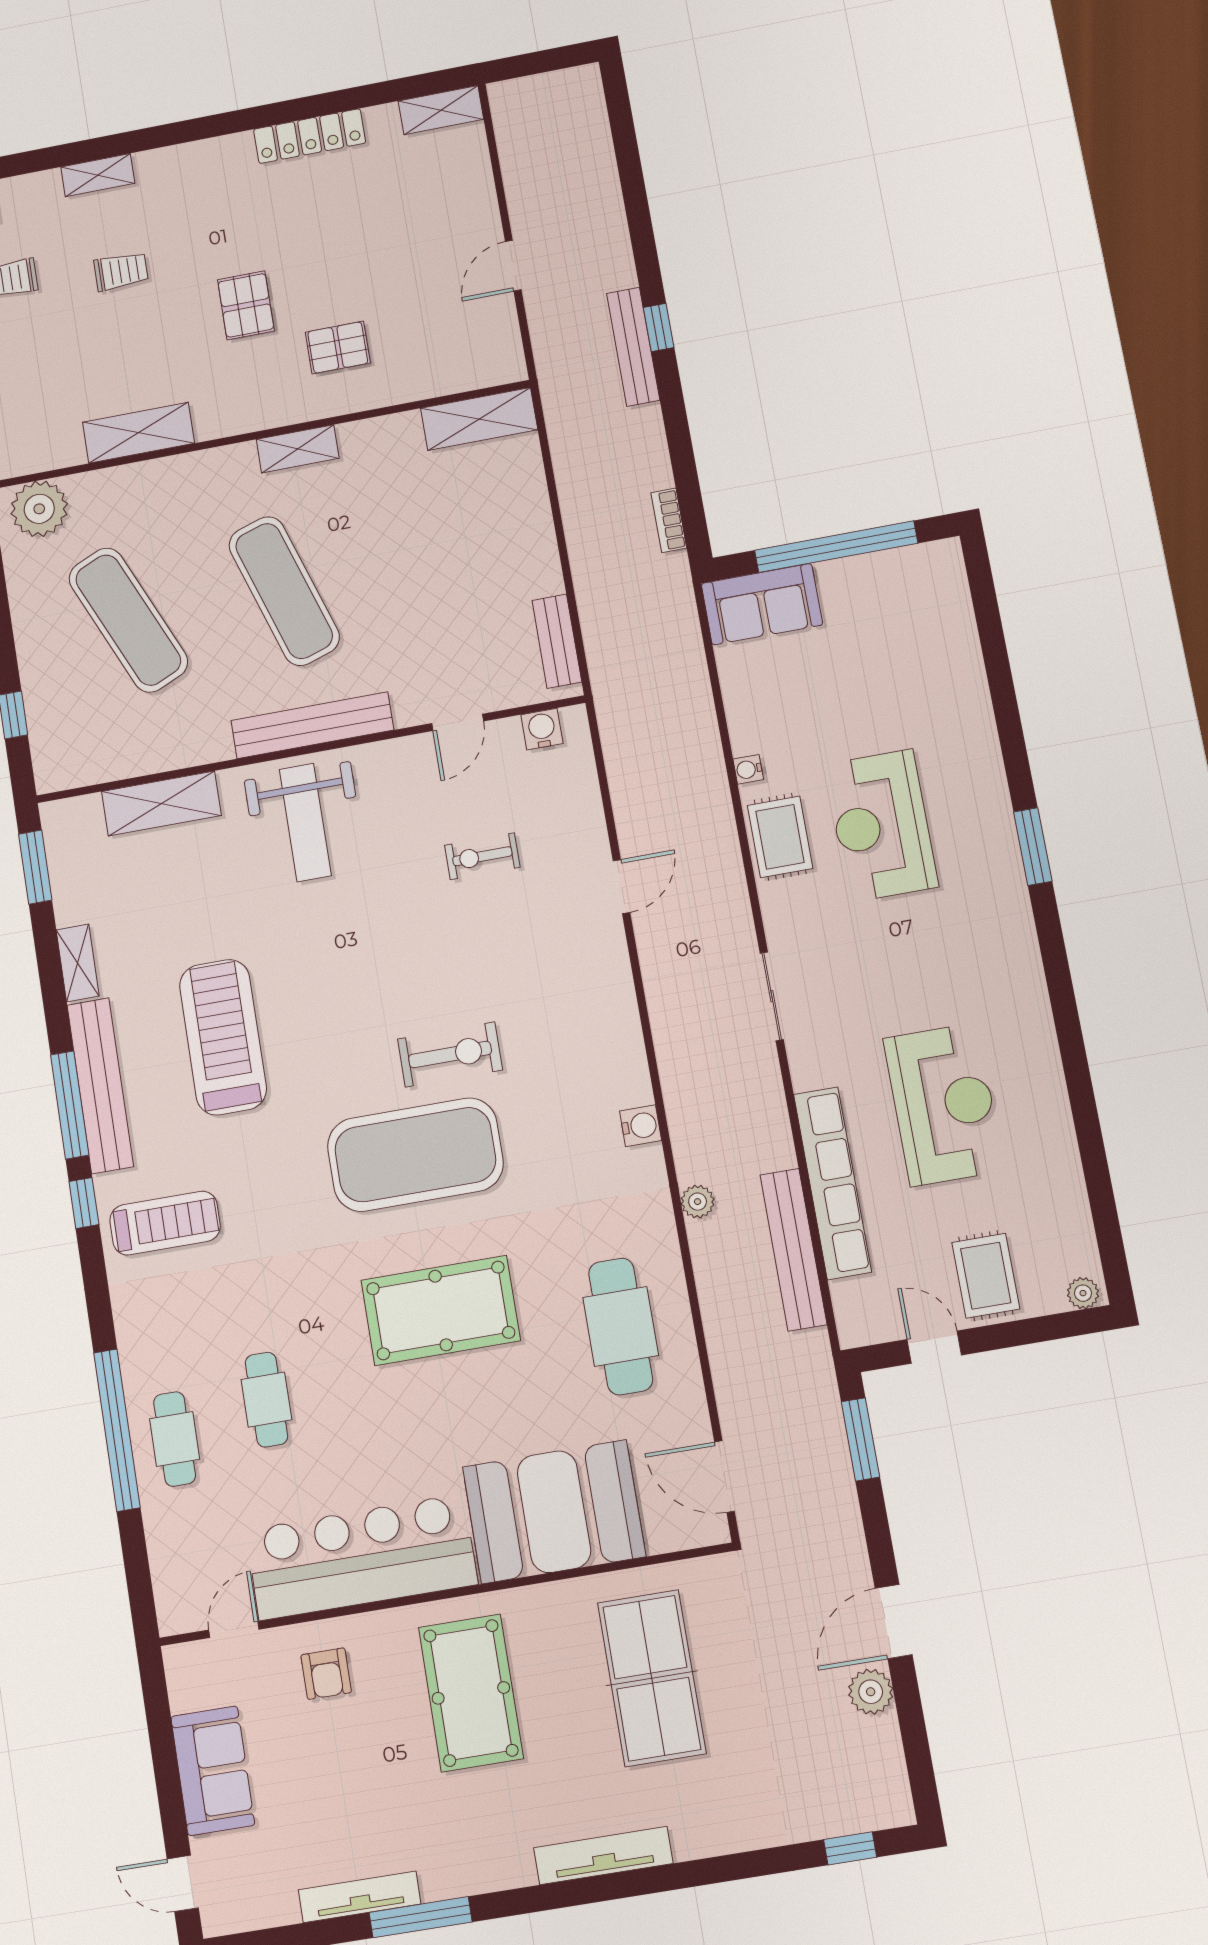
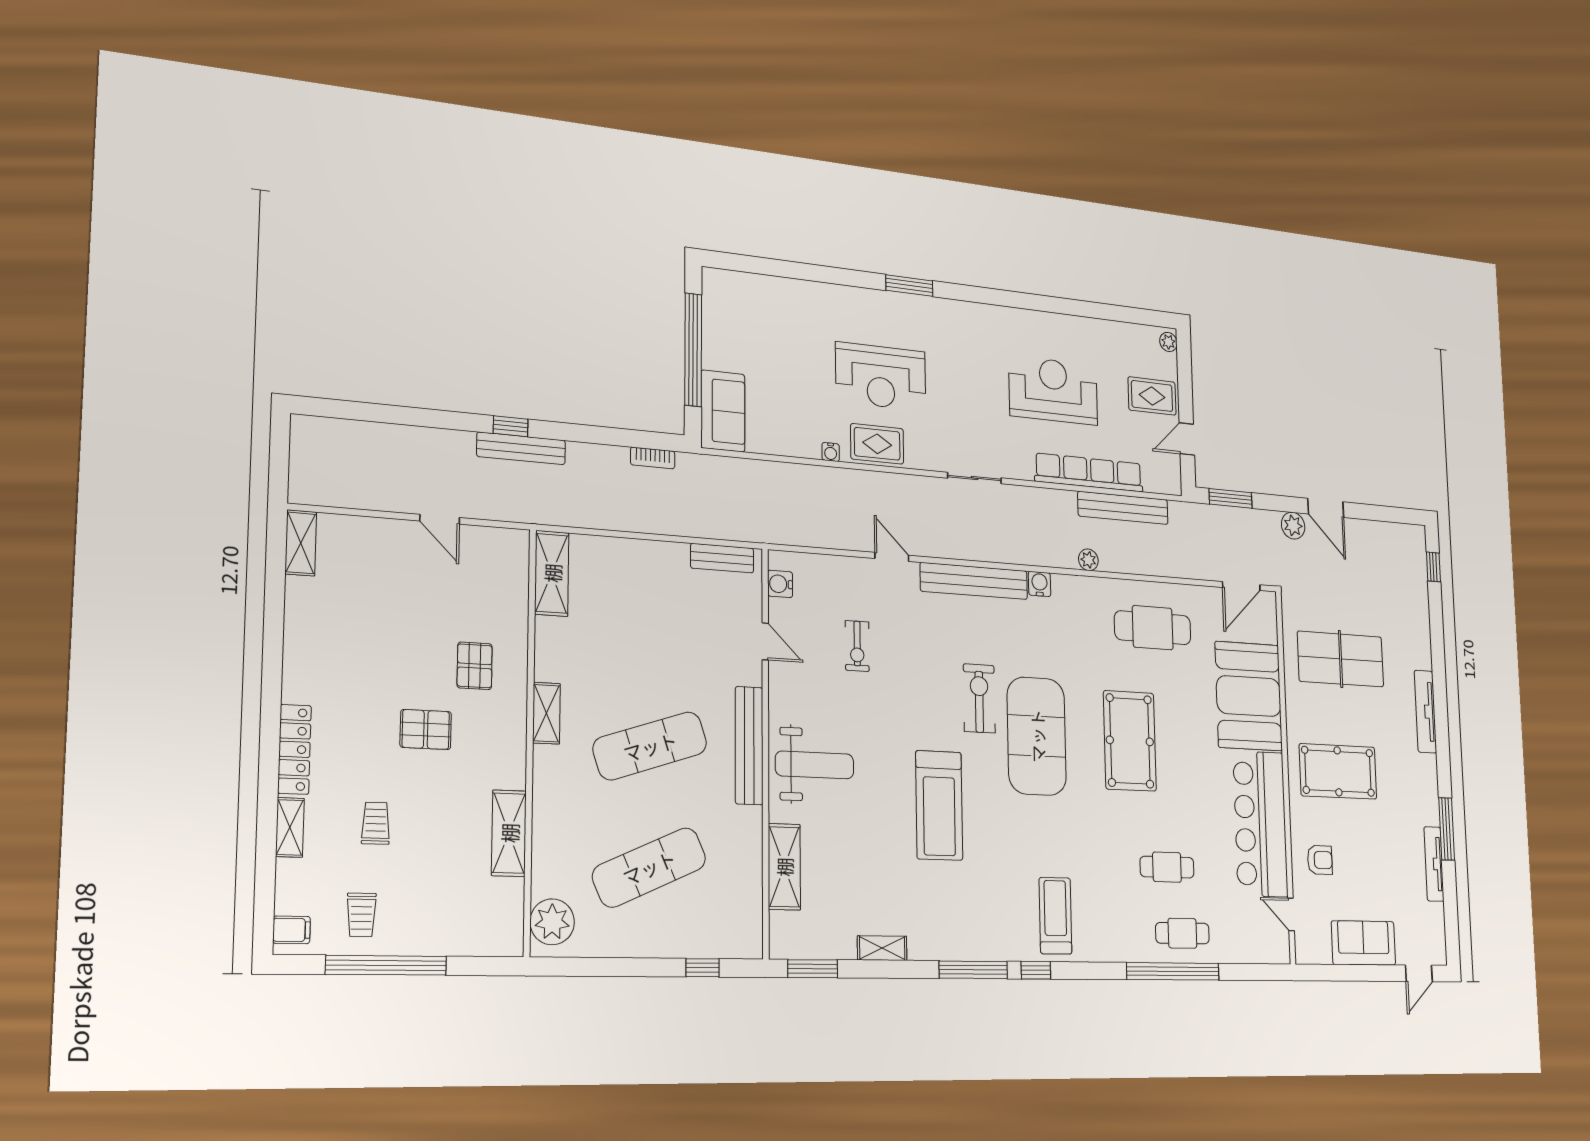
locker: (310, 136) -> (294, 749), moved
treadmill: (223, 1037) -> (939, 805), moved, turned -90
bench: (100, 1086) -> (974, 581), moved
plant: (871, 1692) -> (1293, 526), moved

